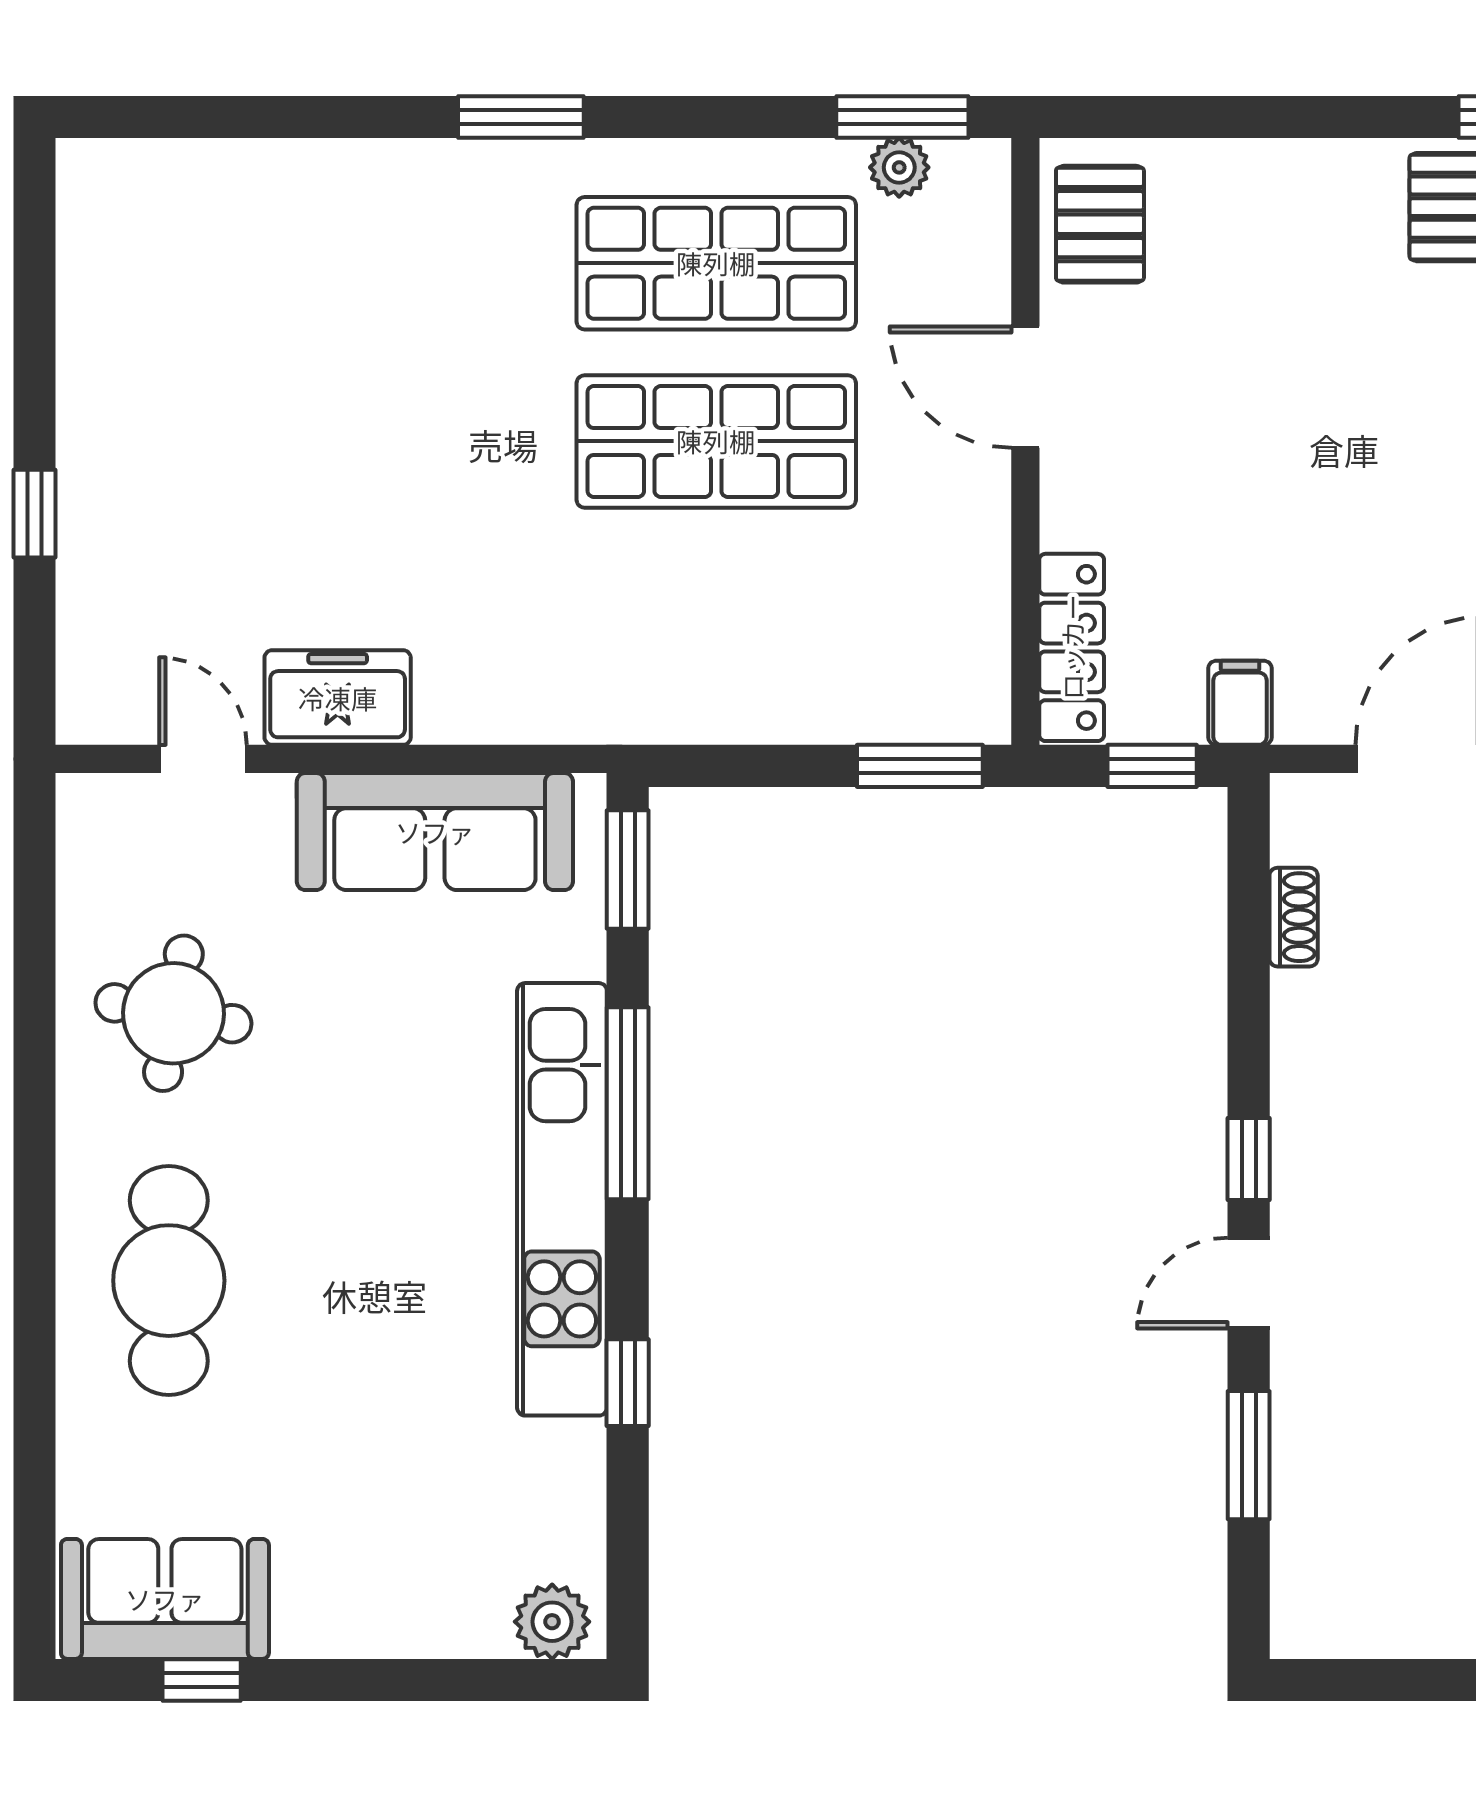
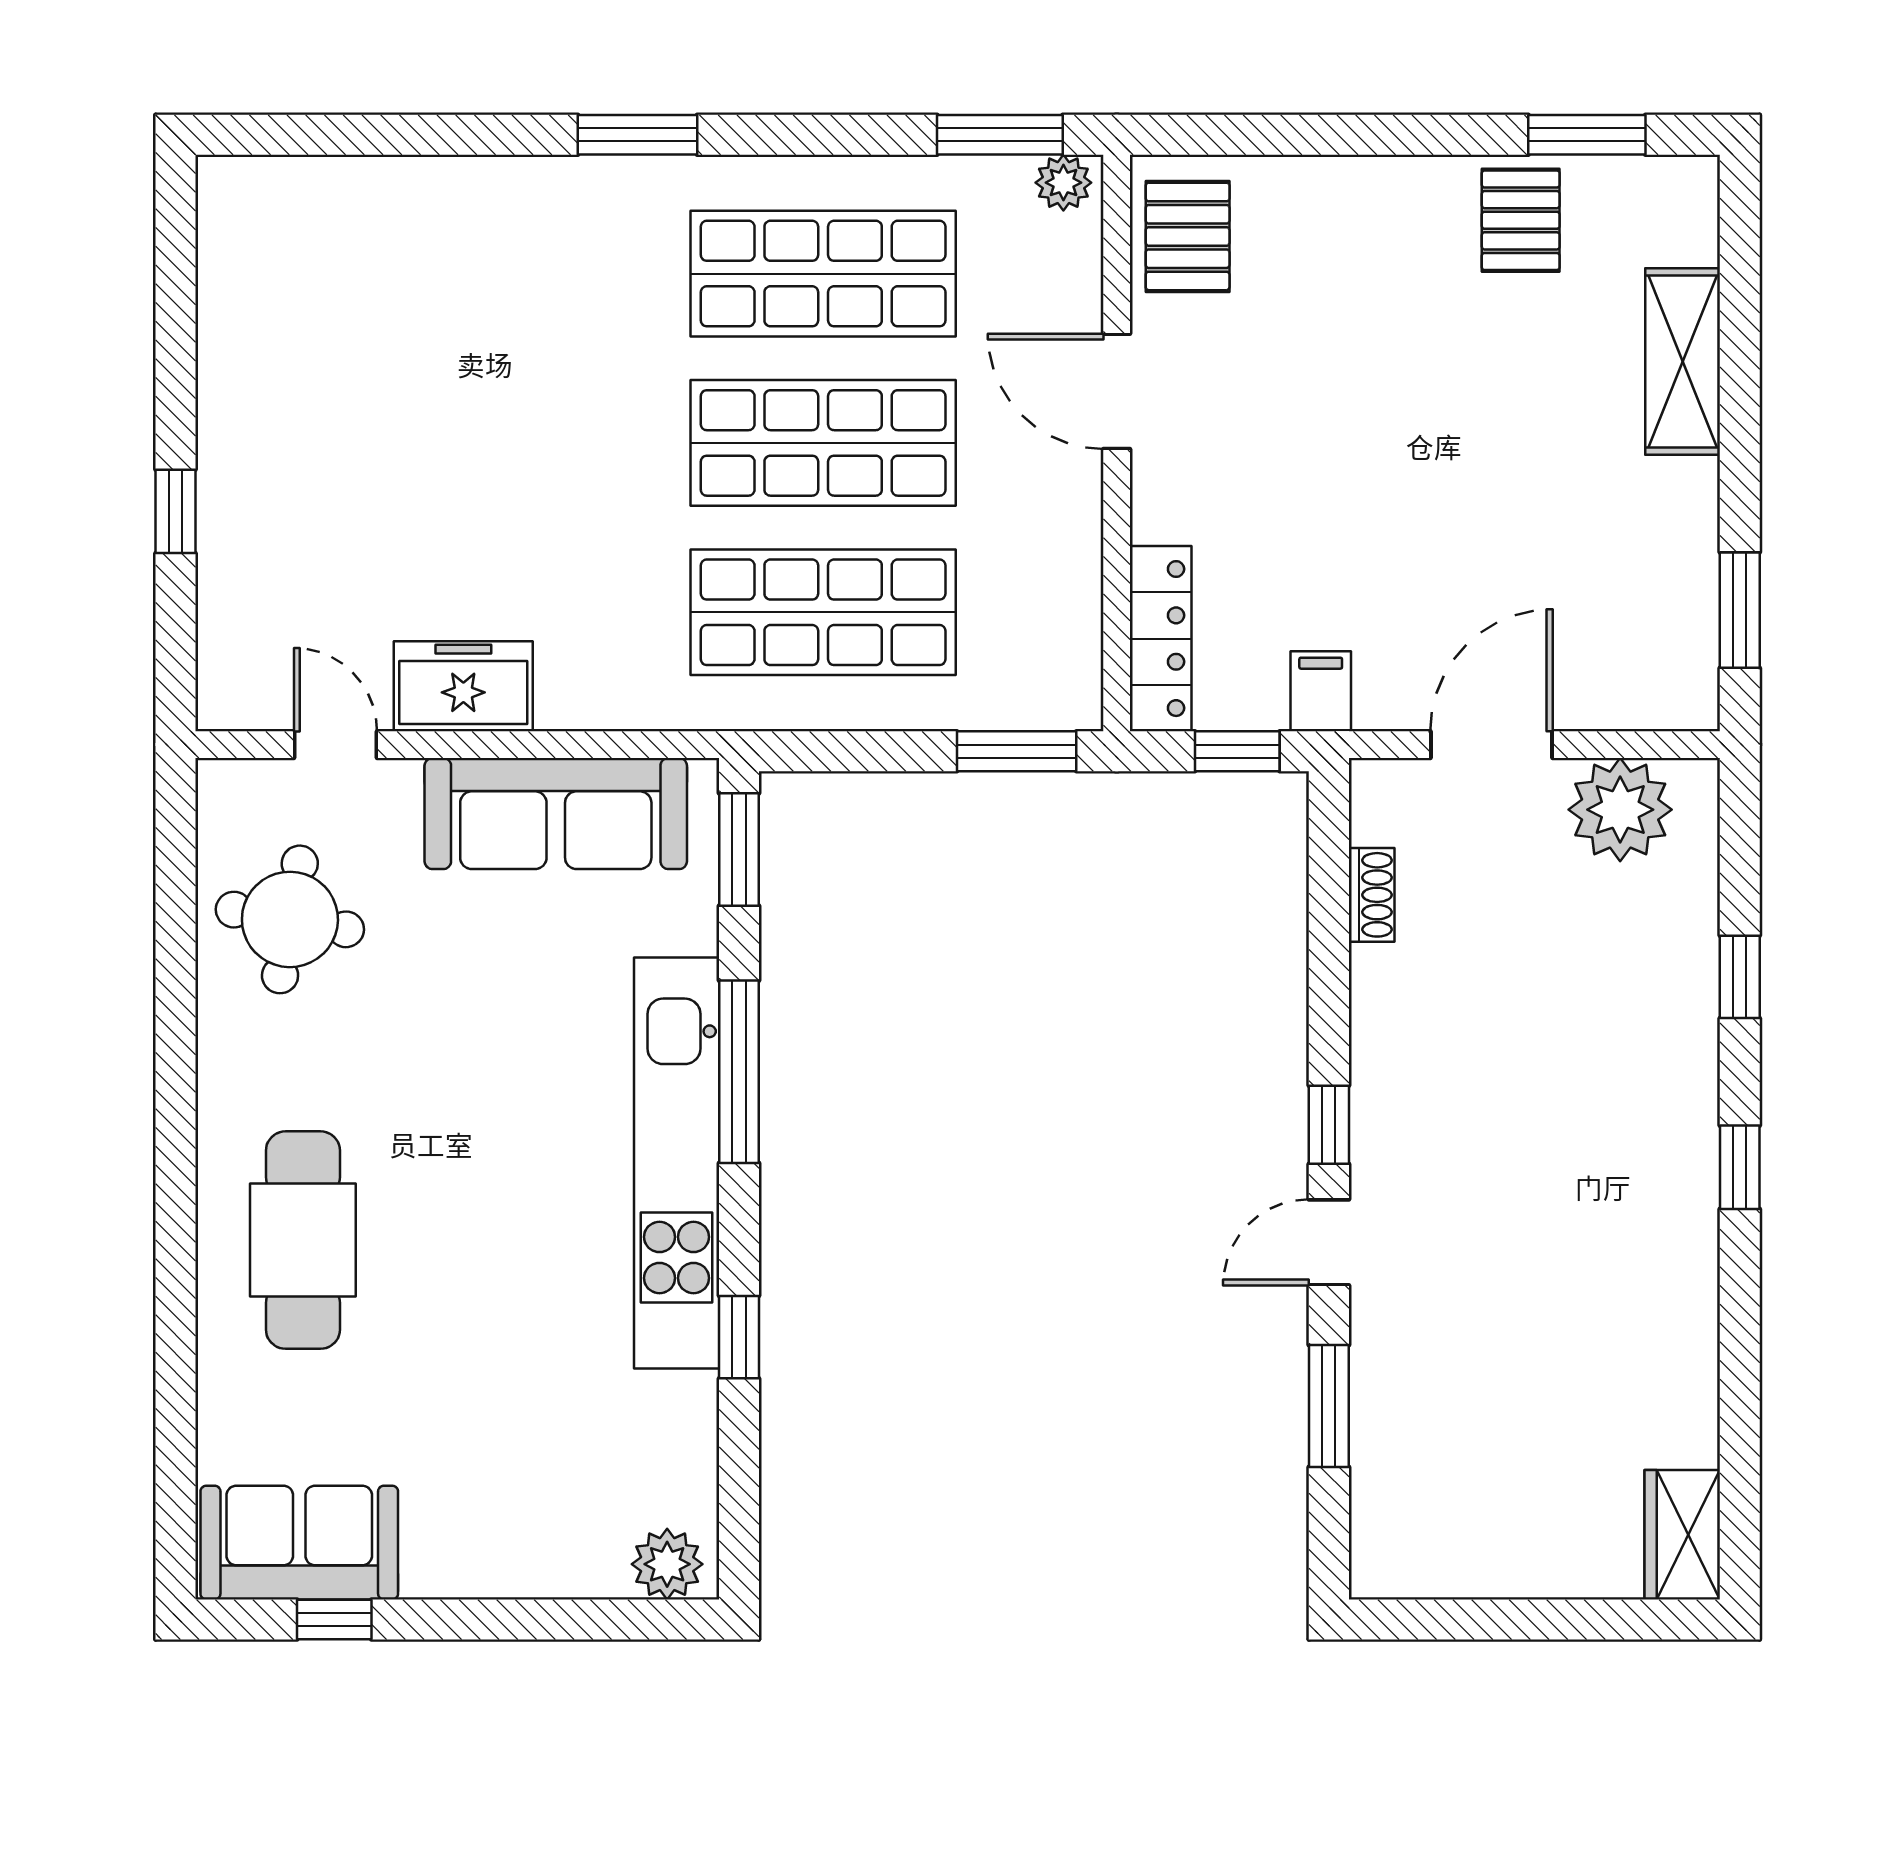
plant: (899, 167) -> (1063, 183), moved
shop shelf: (716, 620) -> (823, 612), added
round table: (173, 1013) -> (290, 919), moved

